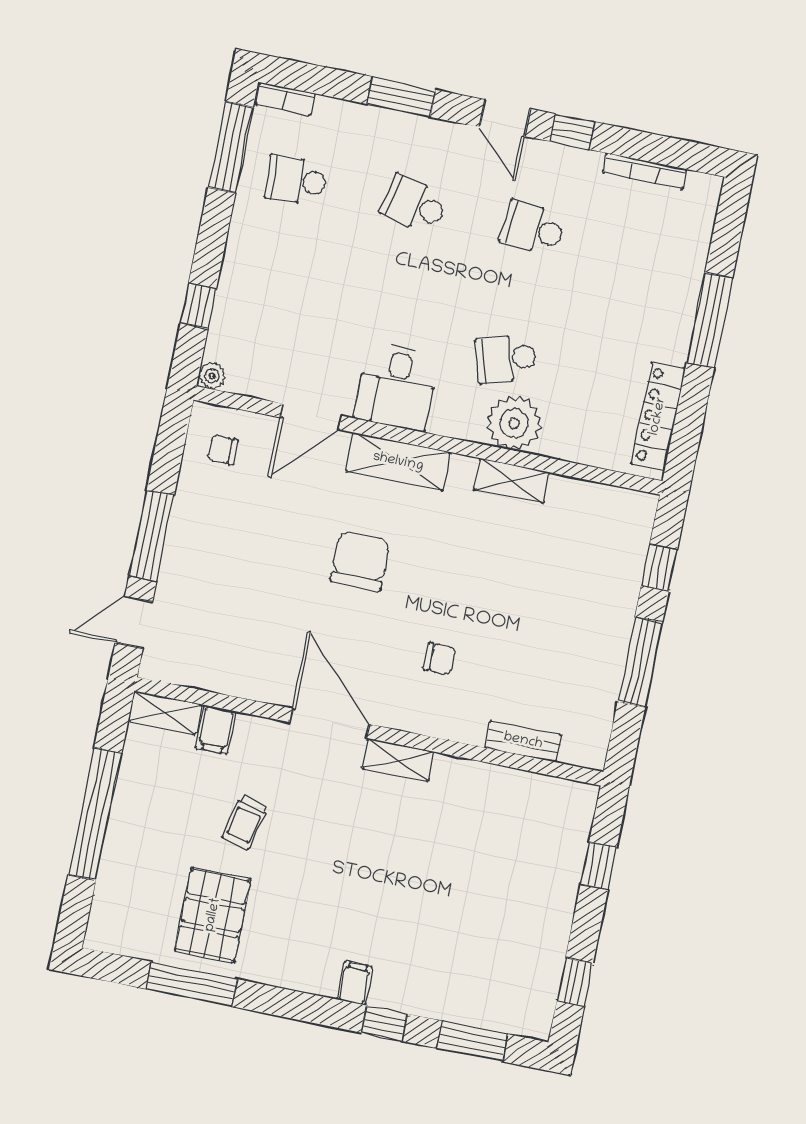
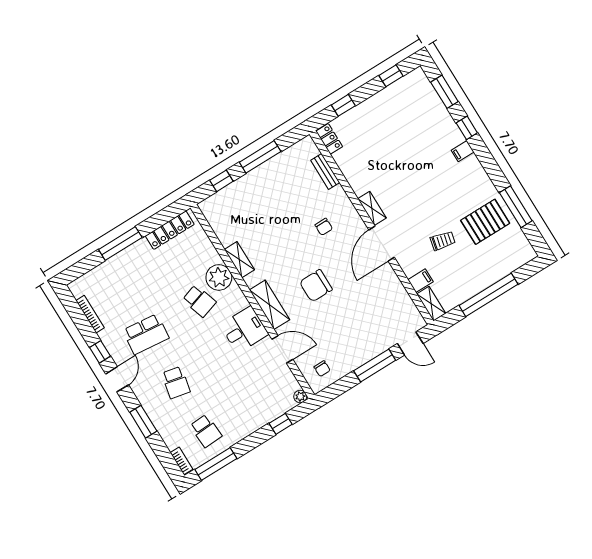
school desk: (533, 228) -> (146, 334), width x1.85
chair: (439, 659) -> (324, 227), turned 180
locker: (567, 795) -> (329, 139), added

